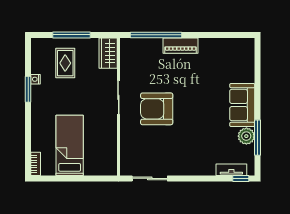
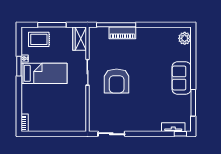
piano: (181, 46) -> (122, 33), moved
rug: (65, 63) -> (39, 39), moved, turned 90
armchair: (157, 109) -> (117, 81), turned -90
plant: (246, 136) -> (185, 38), moved
bed: (70, 145) -> (44, 73), moved, turned 90

